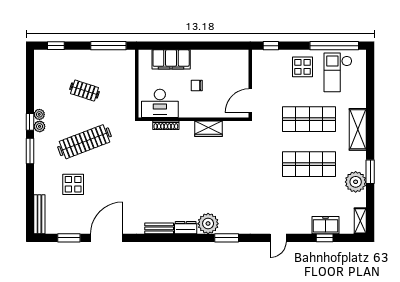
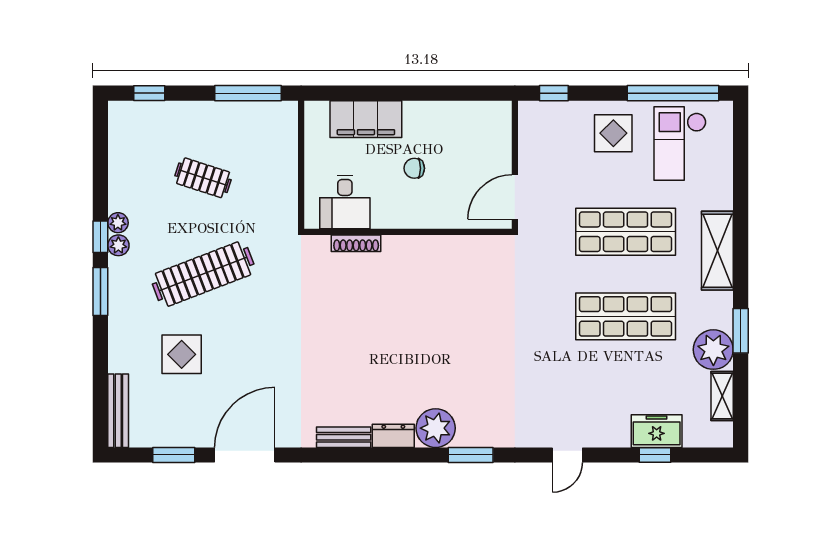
desk: (160, 103) -> (345, 202), width x0.73
wardrobe: (209, 129) -> (437, 250), removed
shelving: (360, 221) -> (722, 396), moved

